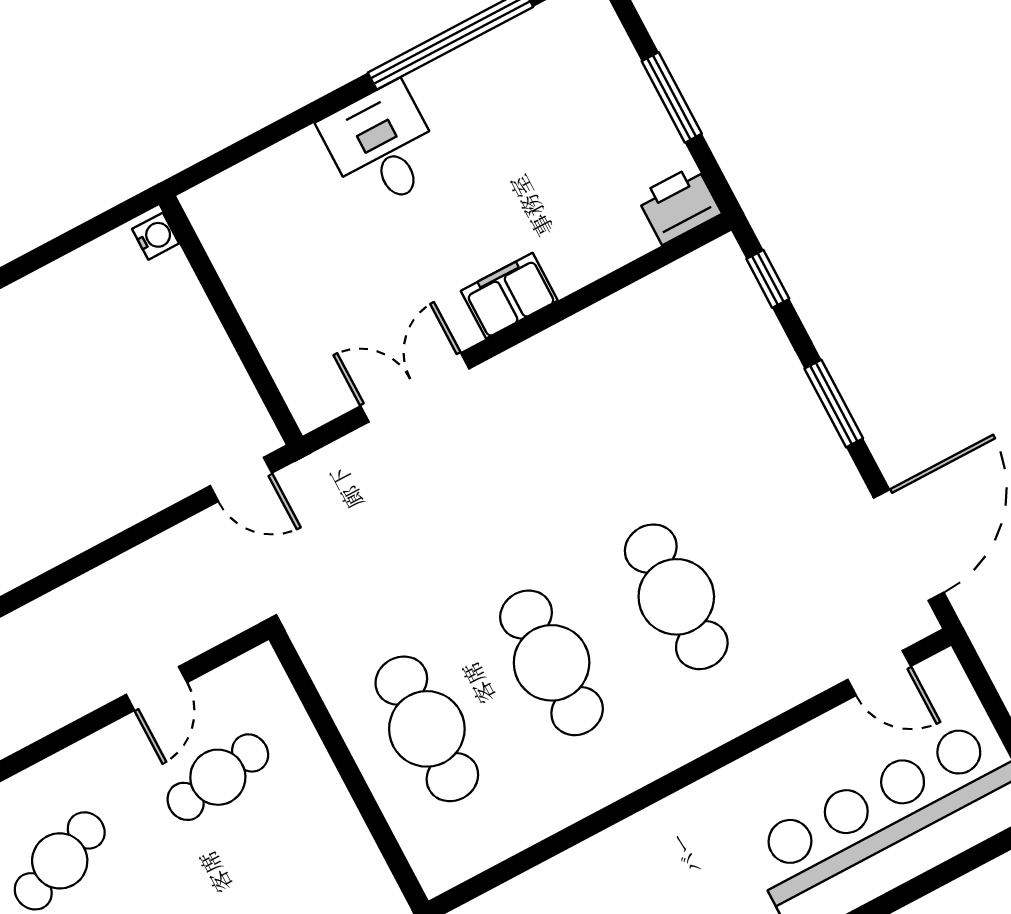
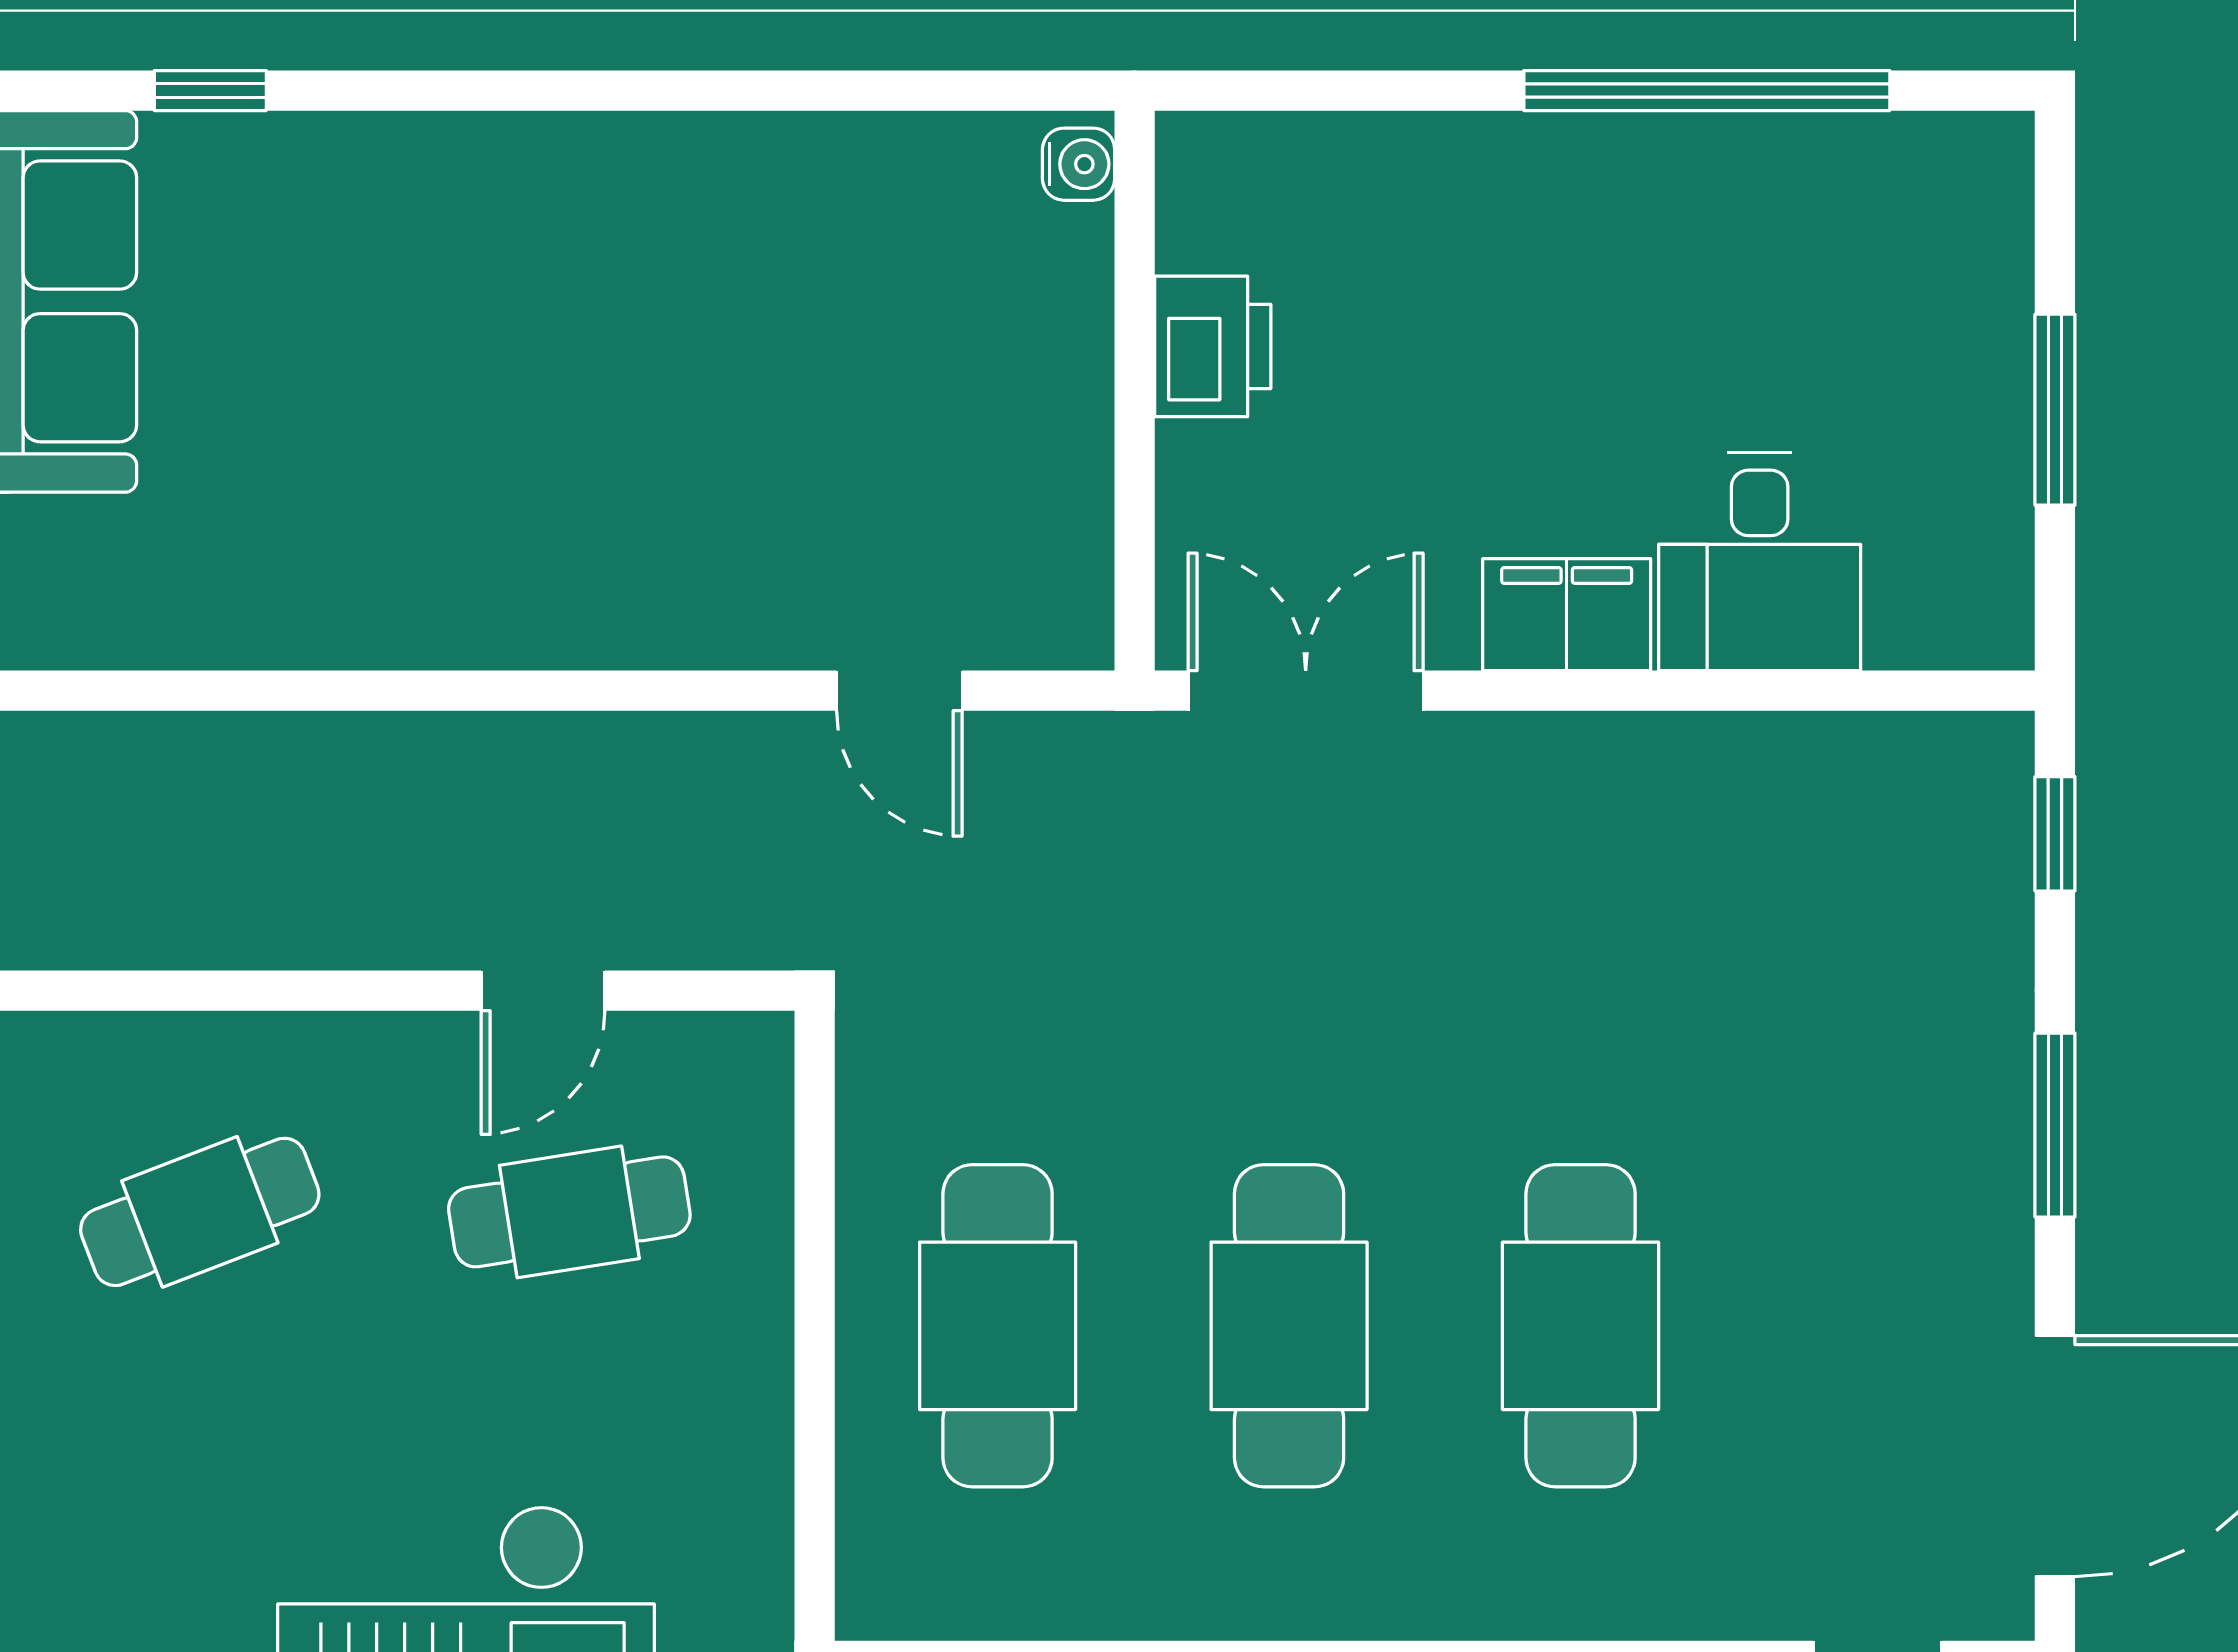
desk: (382, 146) -> (1760, 562), moved, turned 180
printer: (679, 205) -> (1213, 346), moved, turned 90
water cooler: (156, 236) -> (1079, 164), moved
wall: (231, 320) -> (1135, 391), moved

